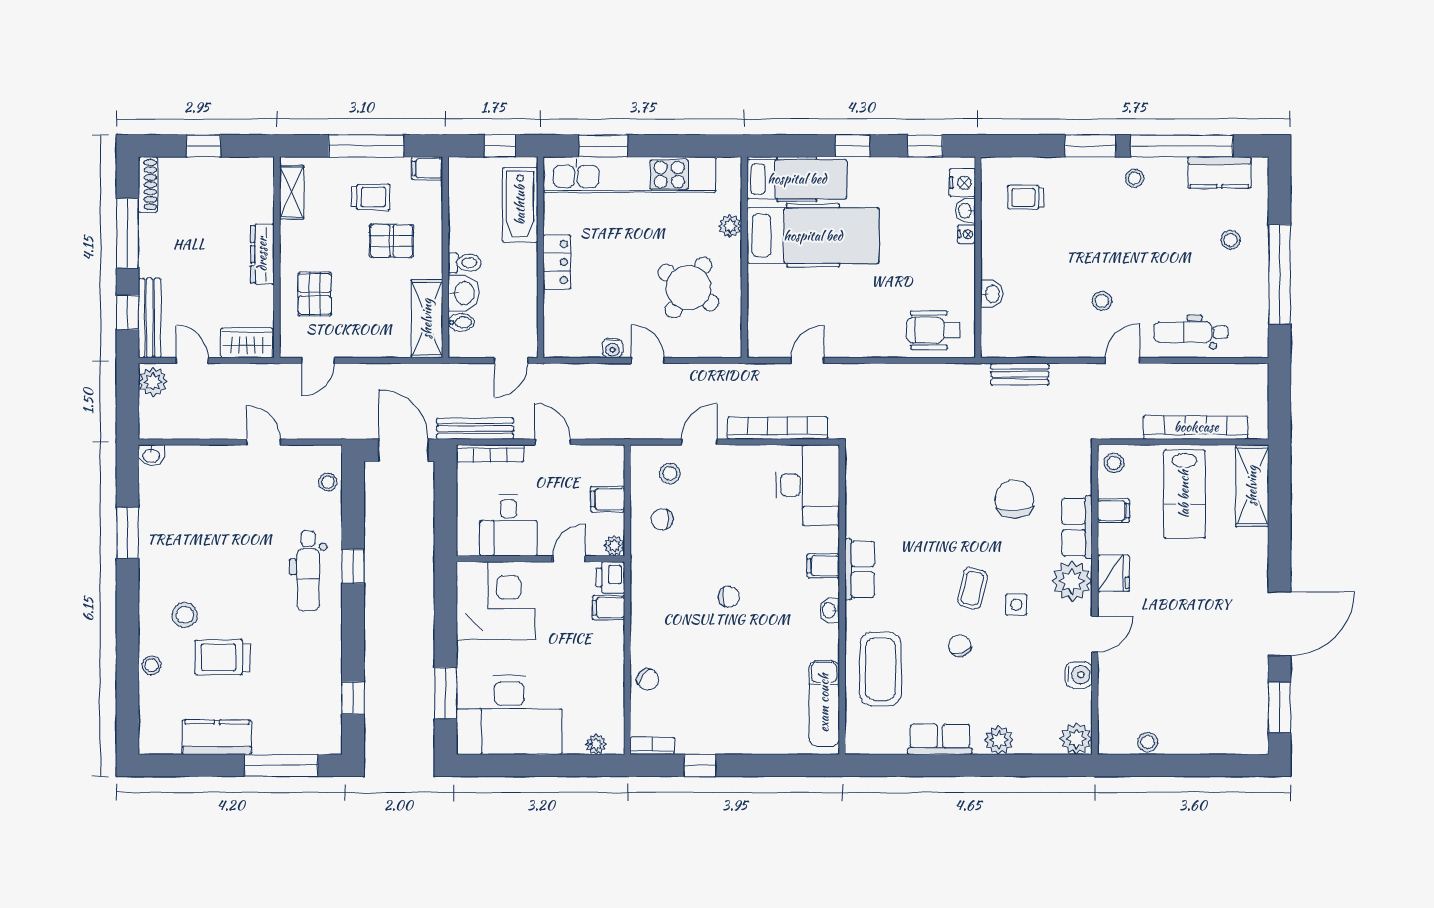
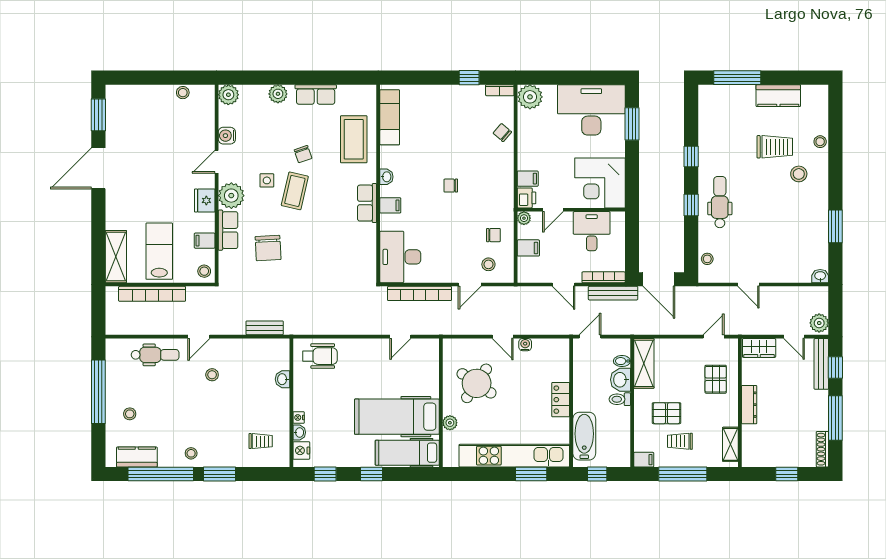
coffee table: (972, 588) -> (295, 191), width x1.36, depth x1.30
window: (353, 698) -> (691, 157), moved
plant: (596, 744) -> (530, 97), width x1.87, depth x1.87

